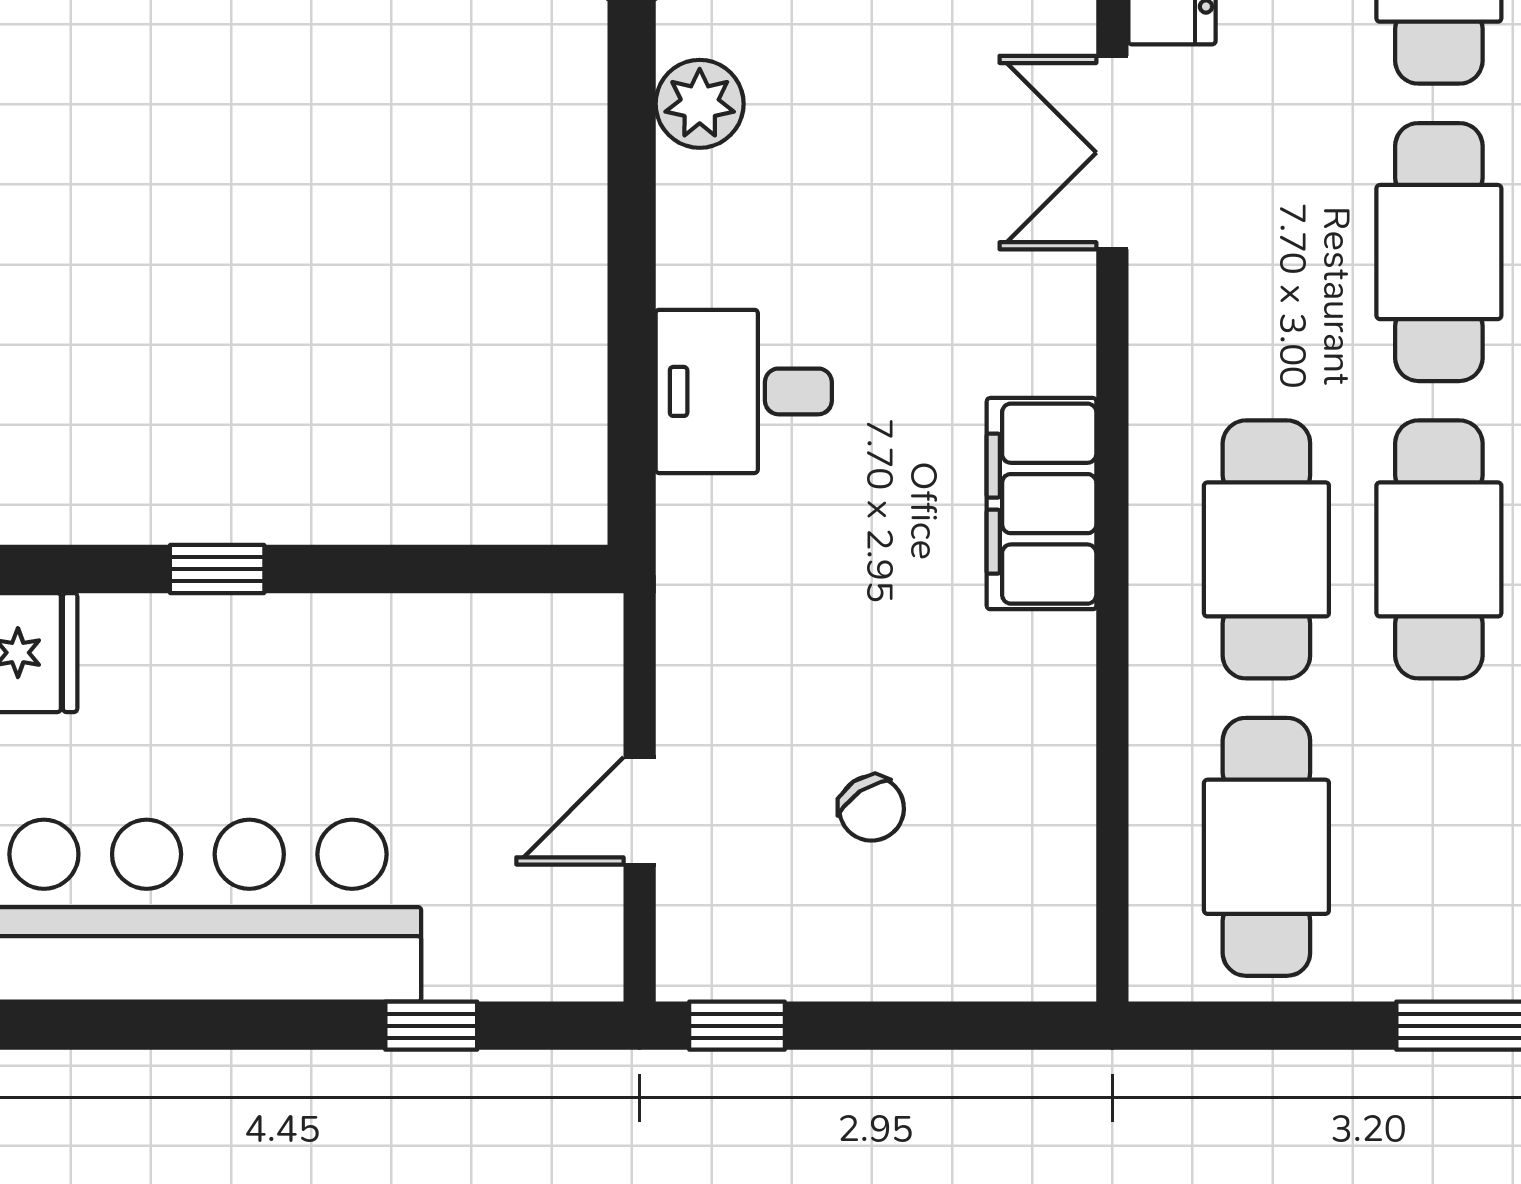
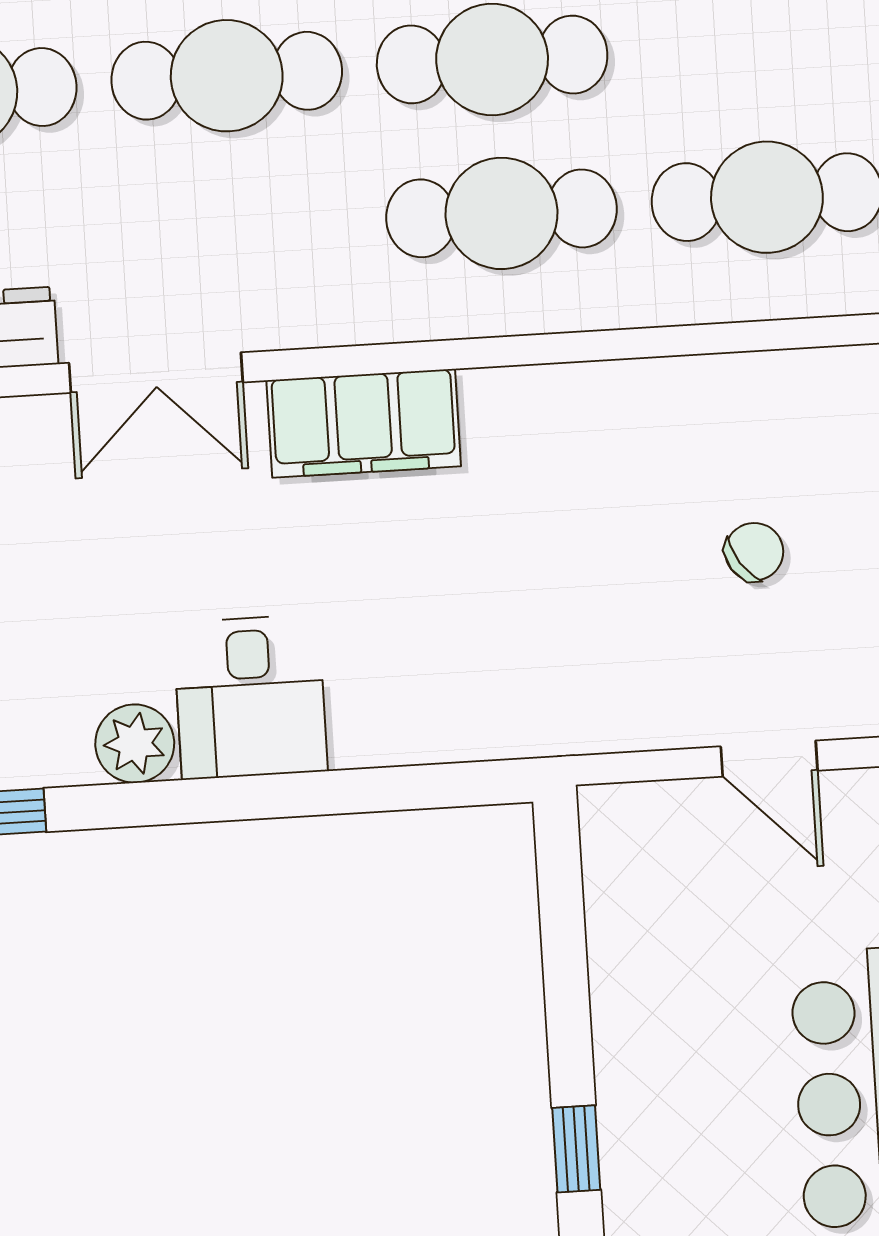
desk: (744, 391) -> (250, 697), moved
filing cabinet: (1042, 504) -> (364, 423), moved

